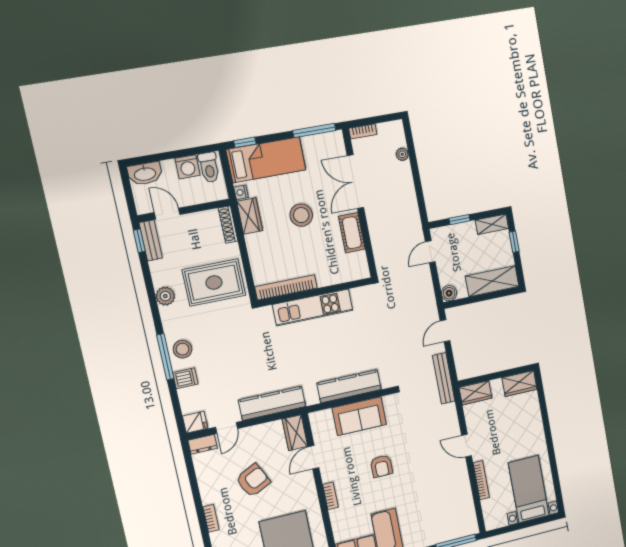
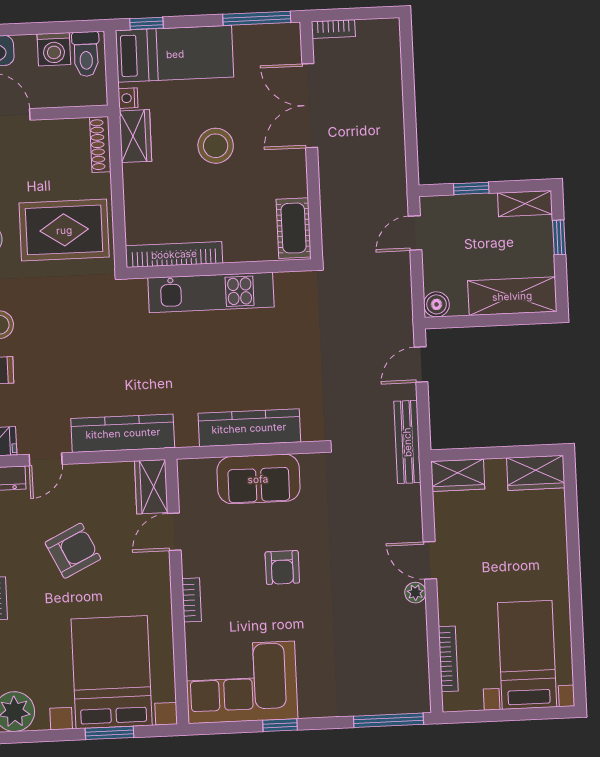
plant: (402, 154) -> (415, 593), moved
cot: (352, 233) -> (294, 228), moved
bookcase: (481, 480) -> (448, 659), moved

